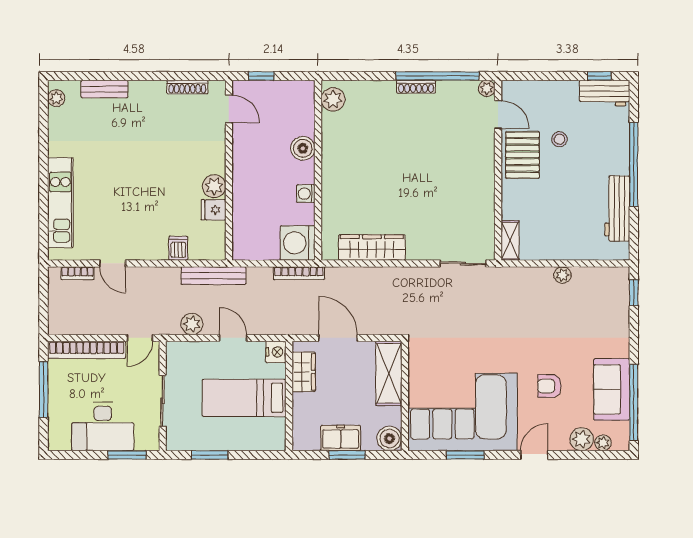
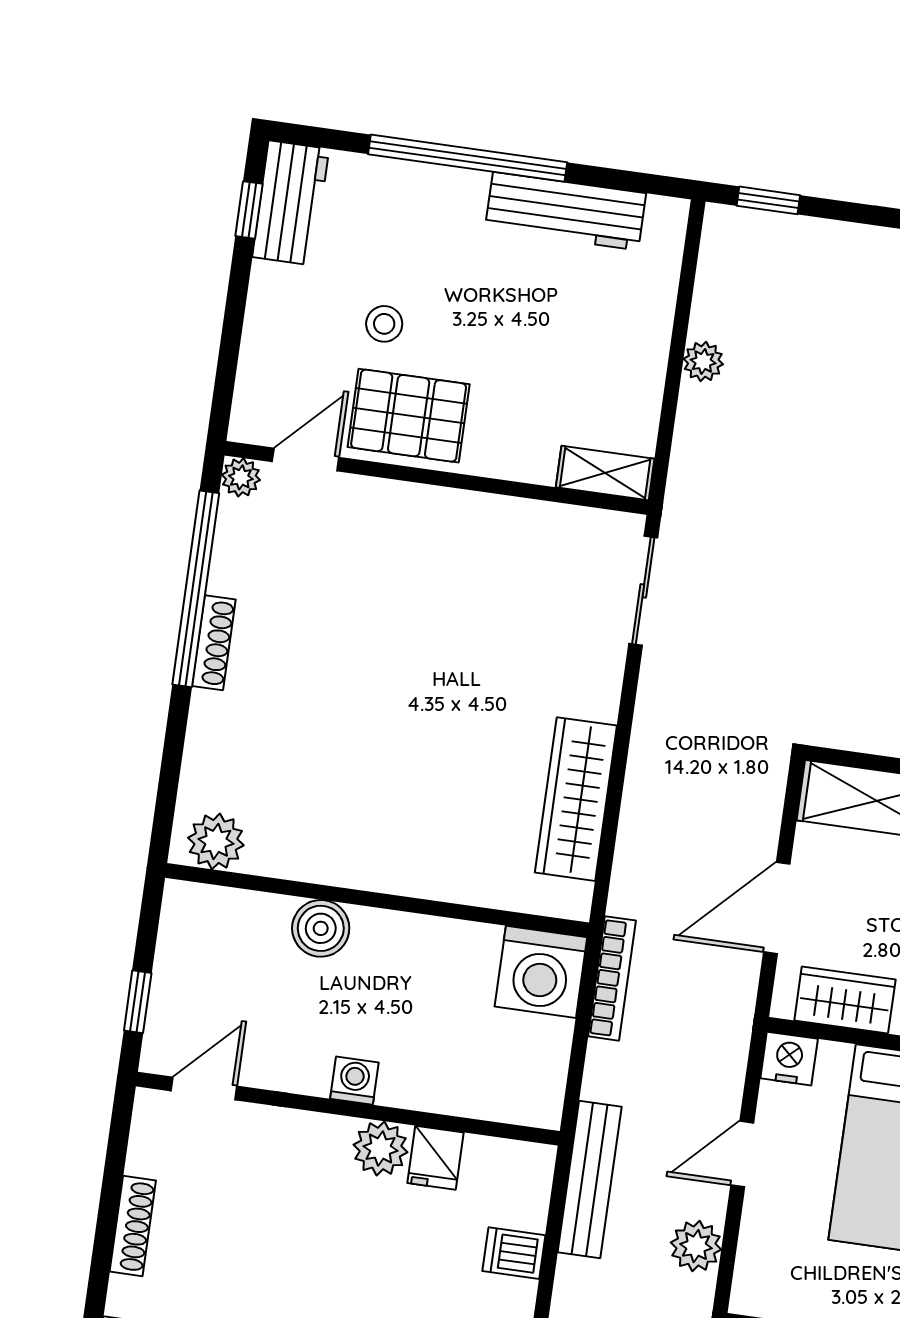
shoe rack: (187, 87) -> (133, 1226), moved
washing machine: (306, 194) -> (354, 1081), moved, turned 180

